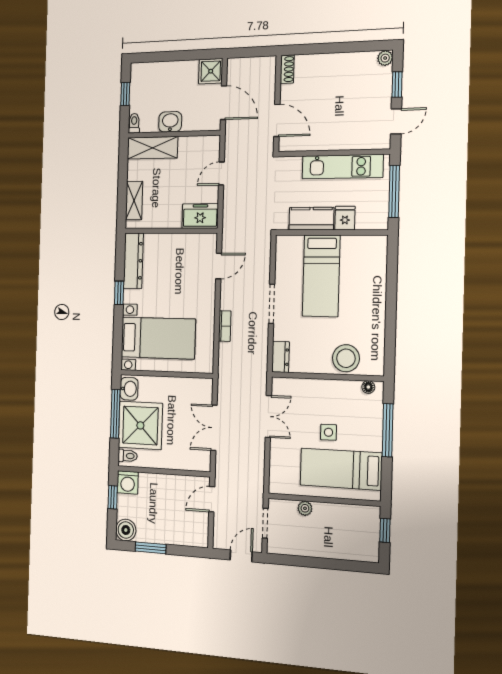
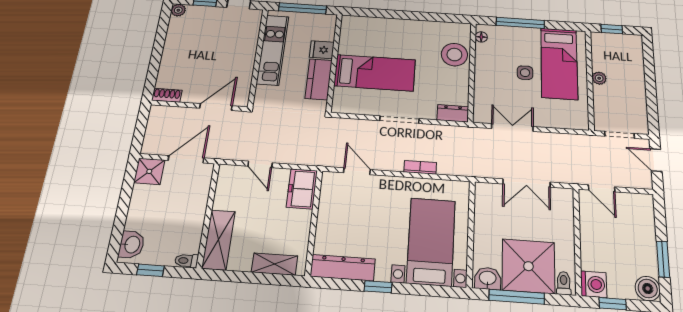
washbasin: (170, 122) -> (132, 245), moved, turned 180
plant: (305, 508) -> (599, 78), moved

